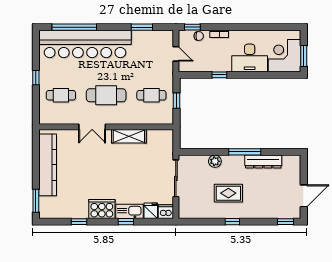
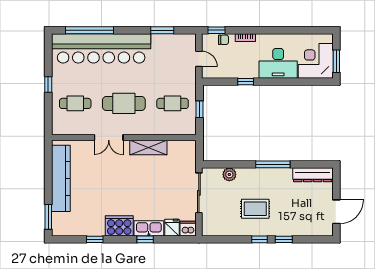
plant: (215, 161) -> (229, 174), moved
dresser: (263, 162) -> (313, 175), moved
window: (286, 222) -> (284, 239), moved

